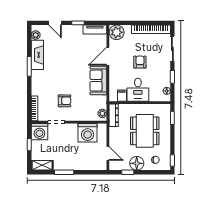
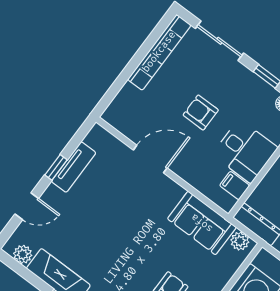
tv unit: (95, 29) -> (74, 167), moved
plant: (117, 32) -> (121, 114), removed
door: (108, 56) -> (150, 159), swing flipped
sofa: (98, 81) -> (202, 223), moved

